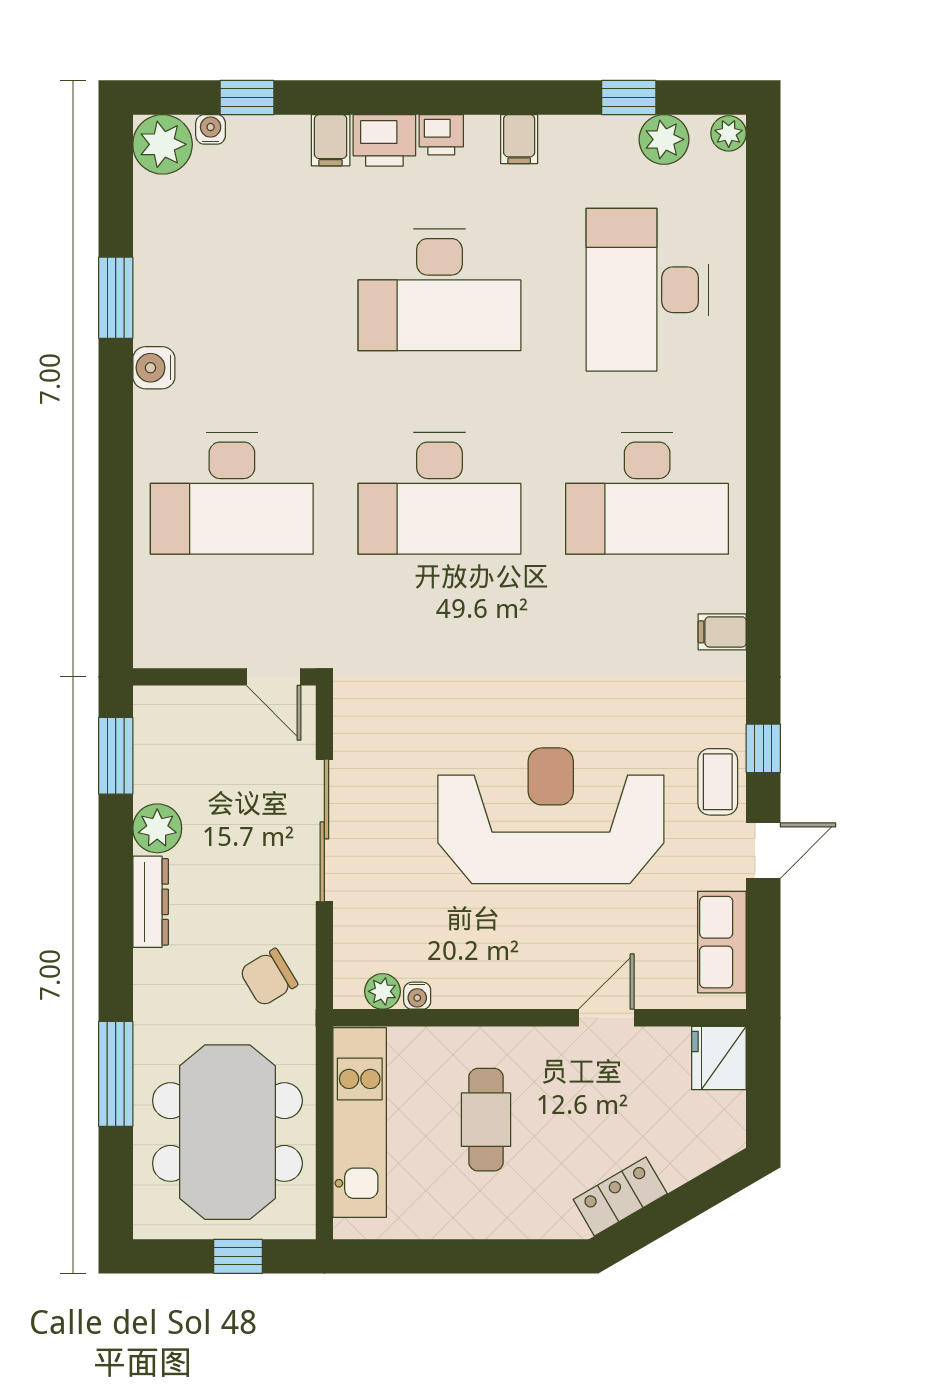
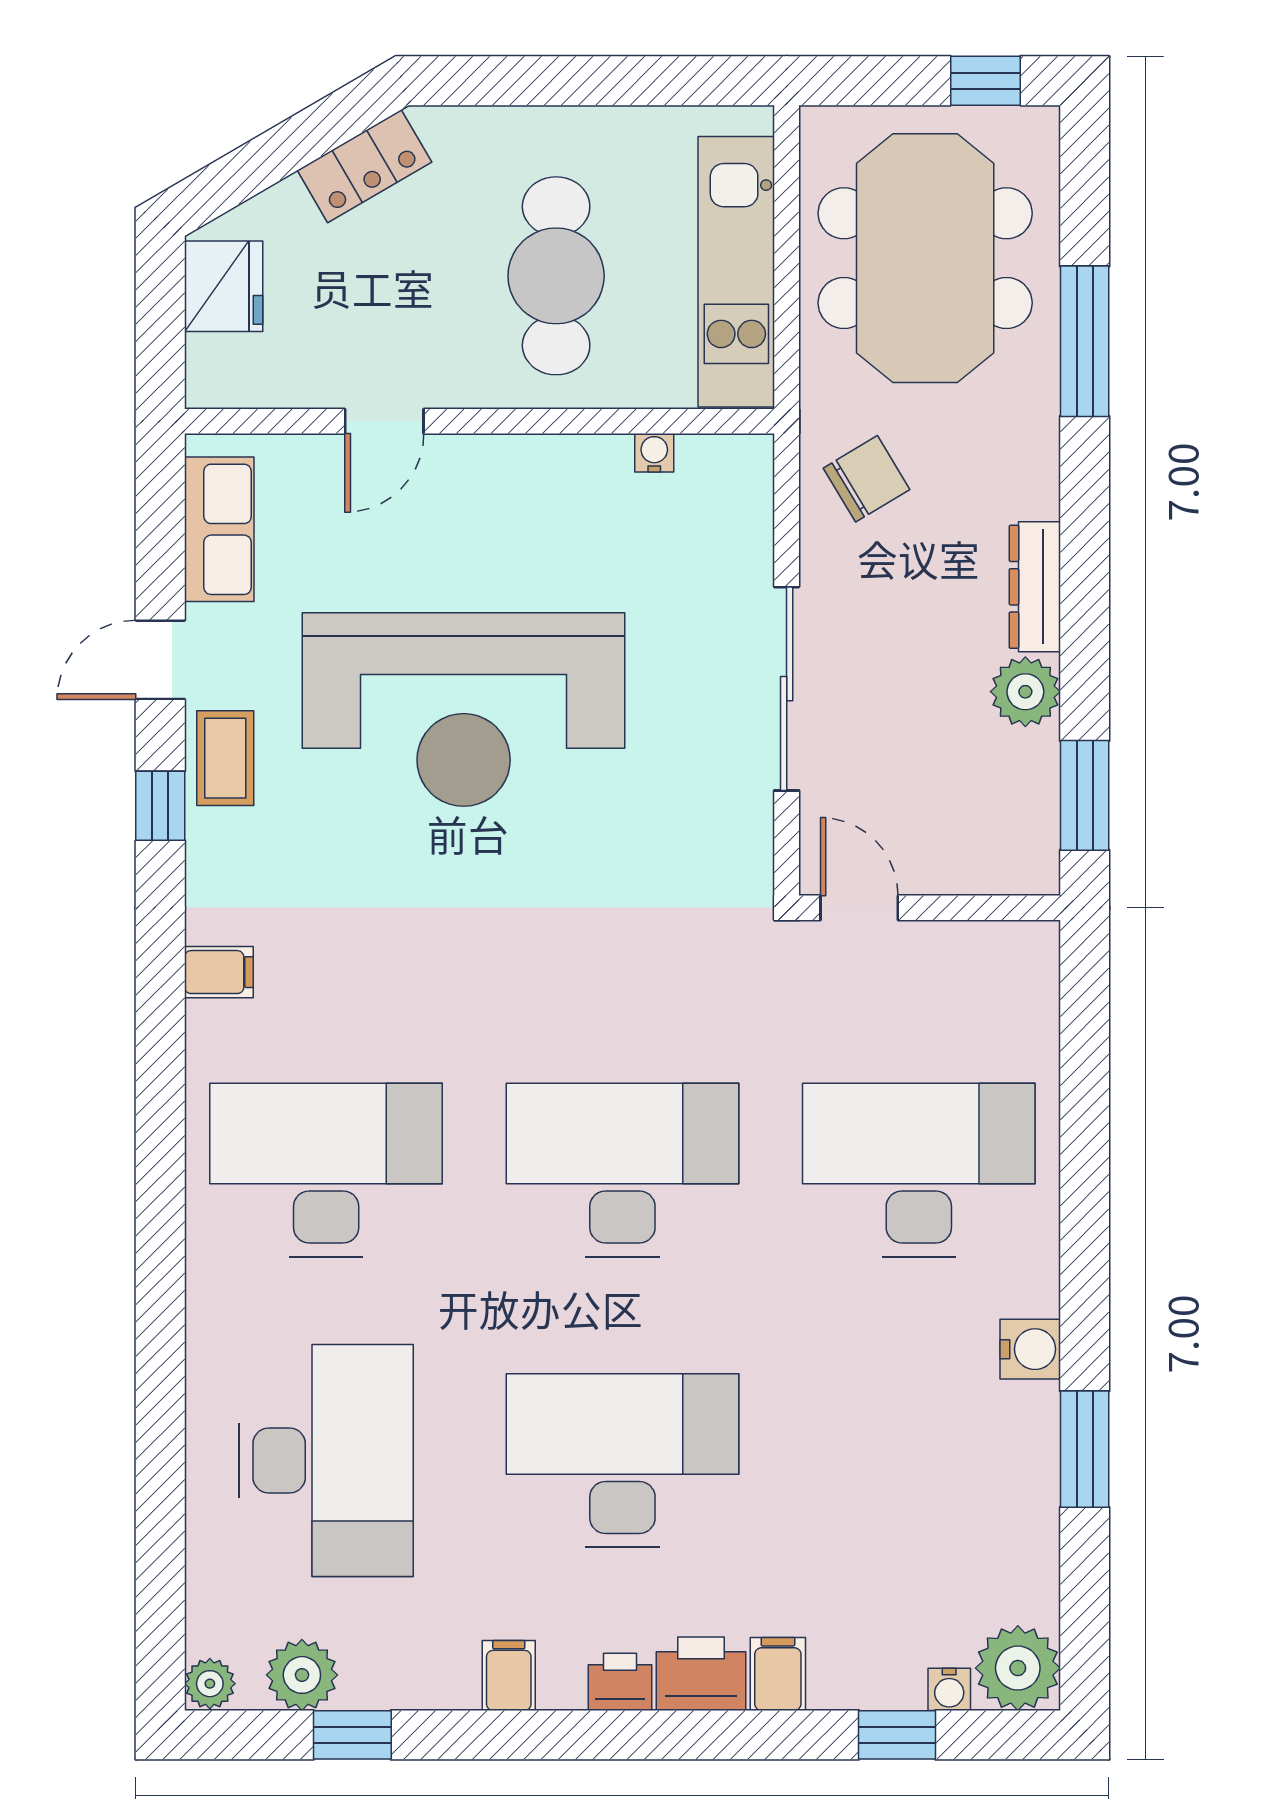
plant: (383, 991) -> (704, 459), removed
fridge: (719, 1058) -> (224, 286), moved
cafe table: (486, 1120) -> (556, 276), width x1.37, depth x1.35
window: (238, 1256) -> (985, 81), moved

